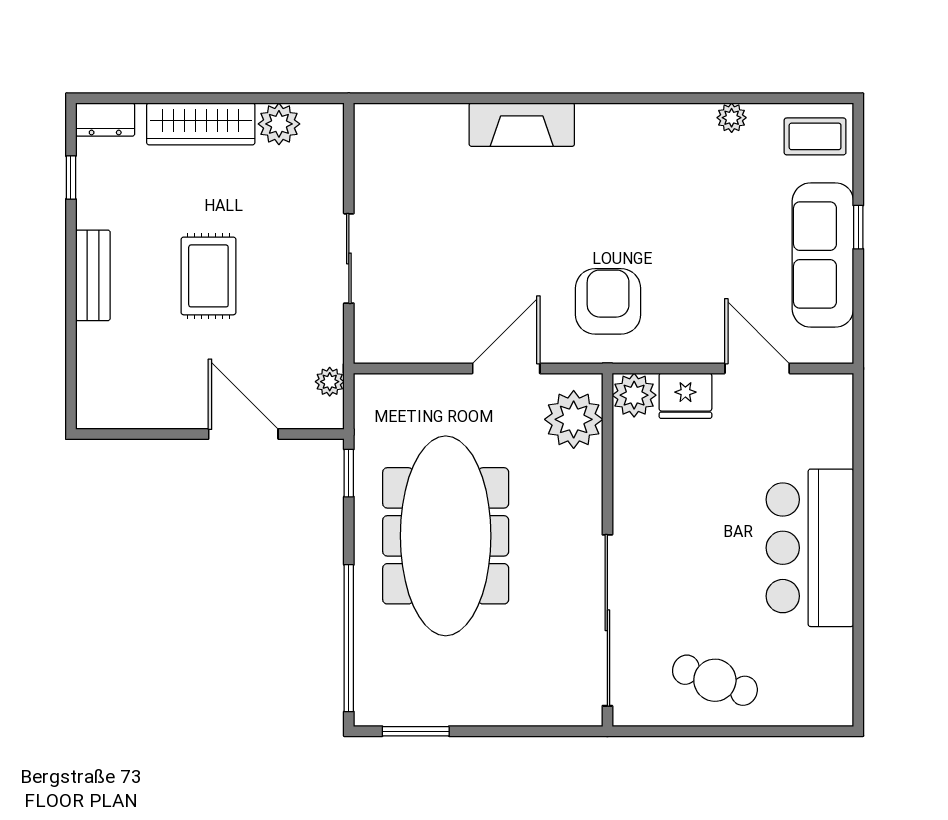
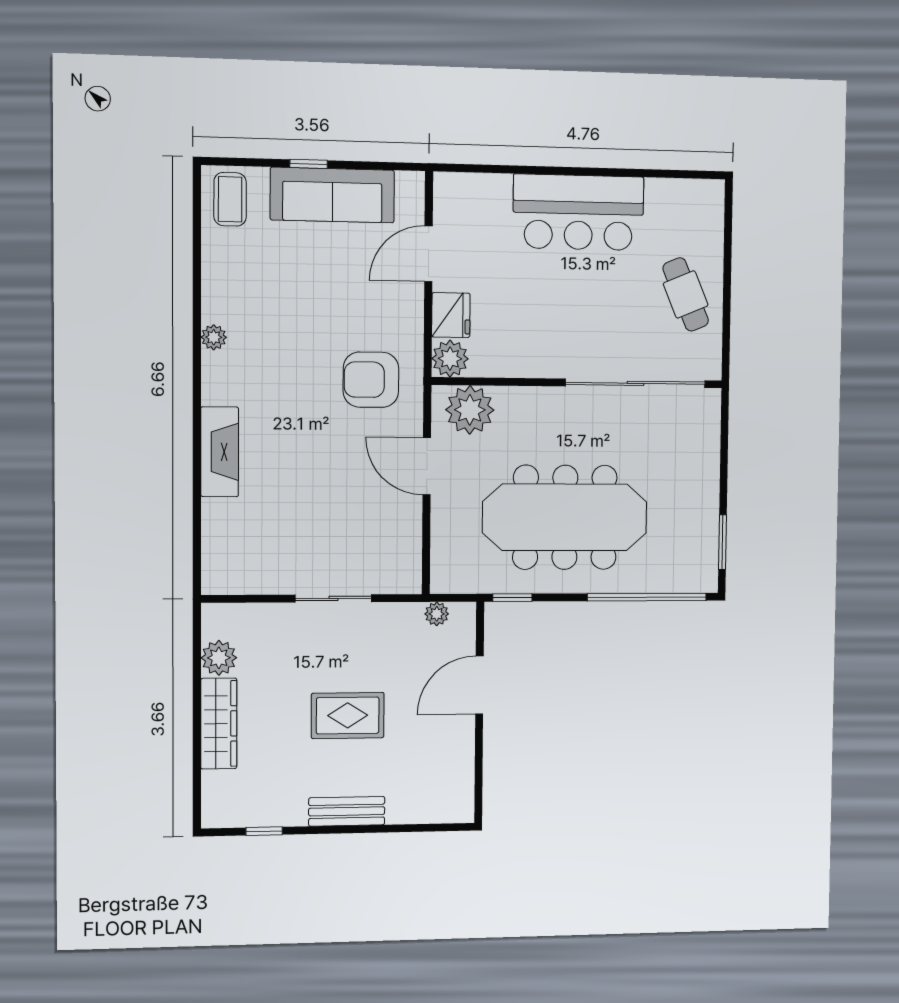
plant: (732, 118) -> (214, 337), moved
dresser: (105, 120) -> (215, 804), removed
cafe table: (715, 680) -> (686, 294), turned -43

